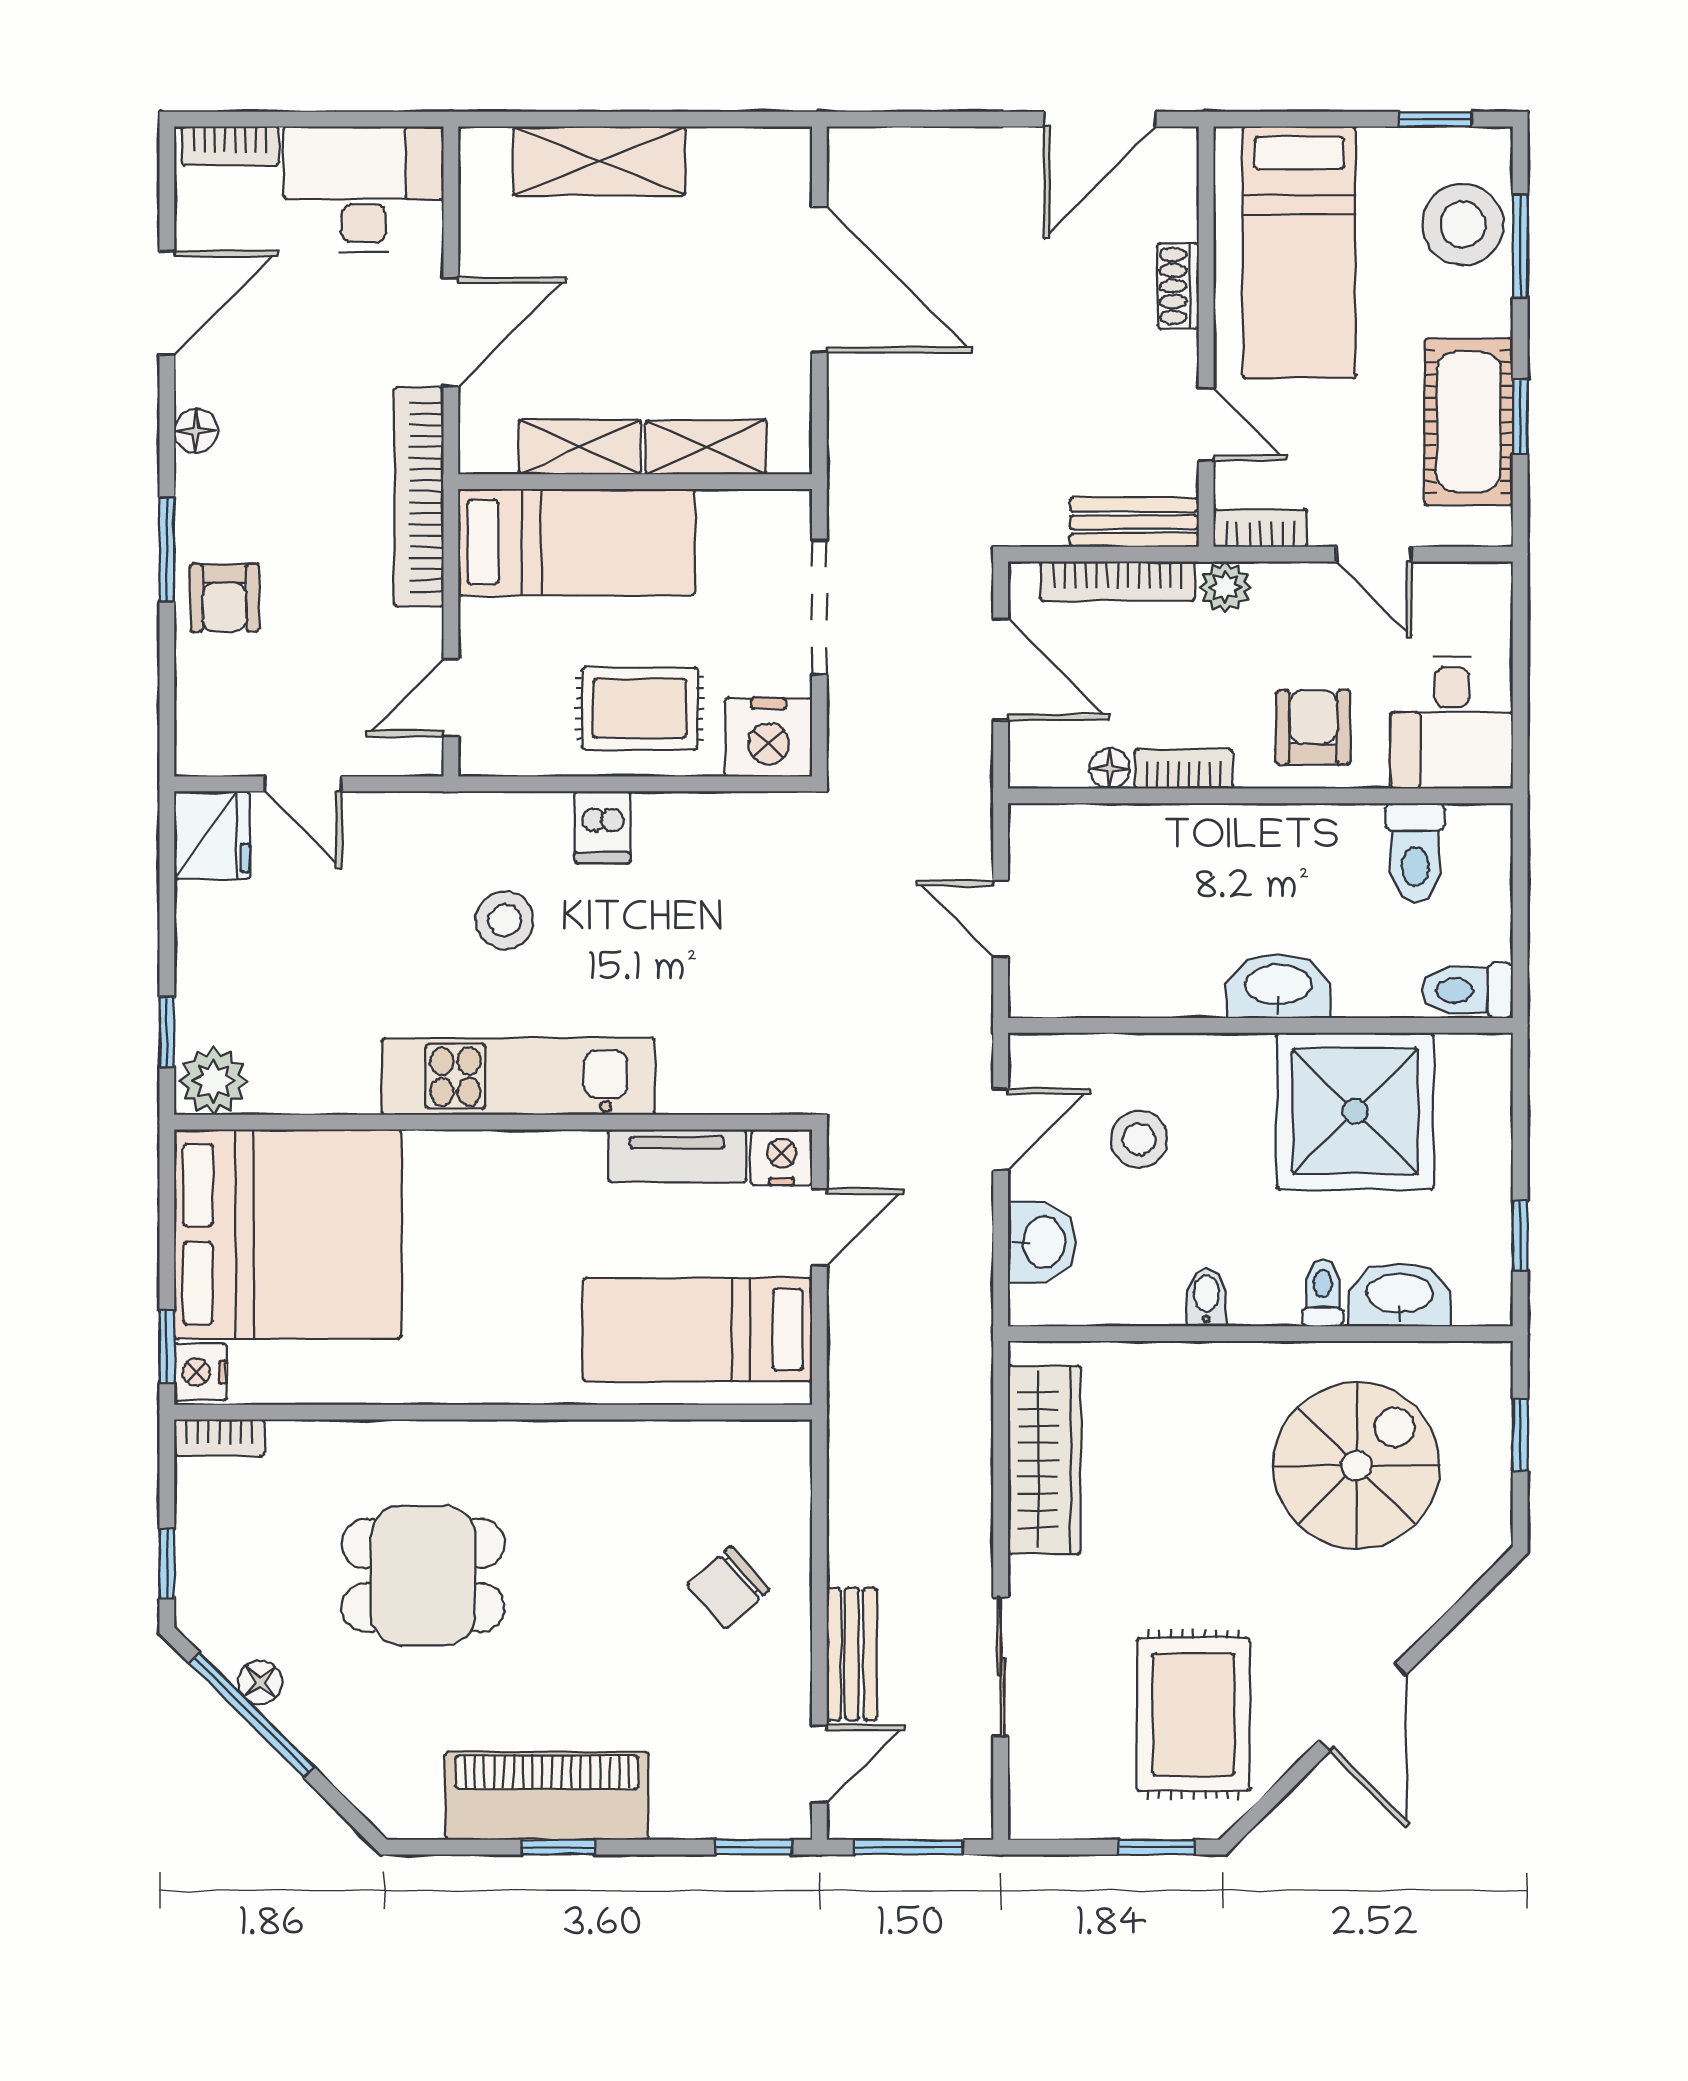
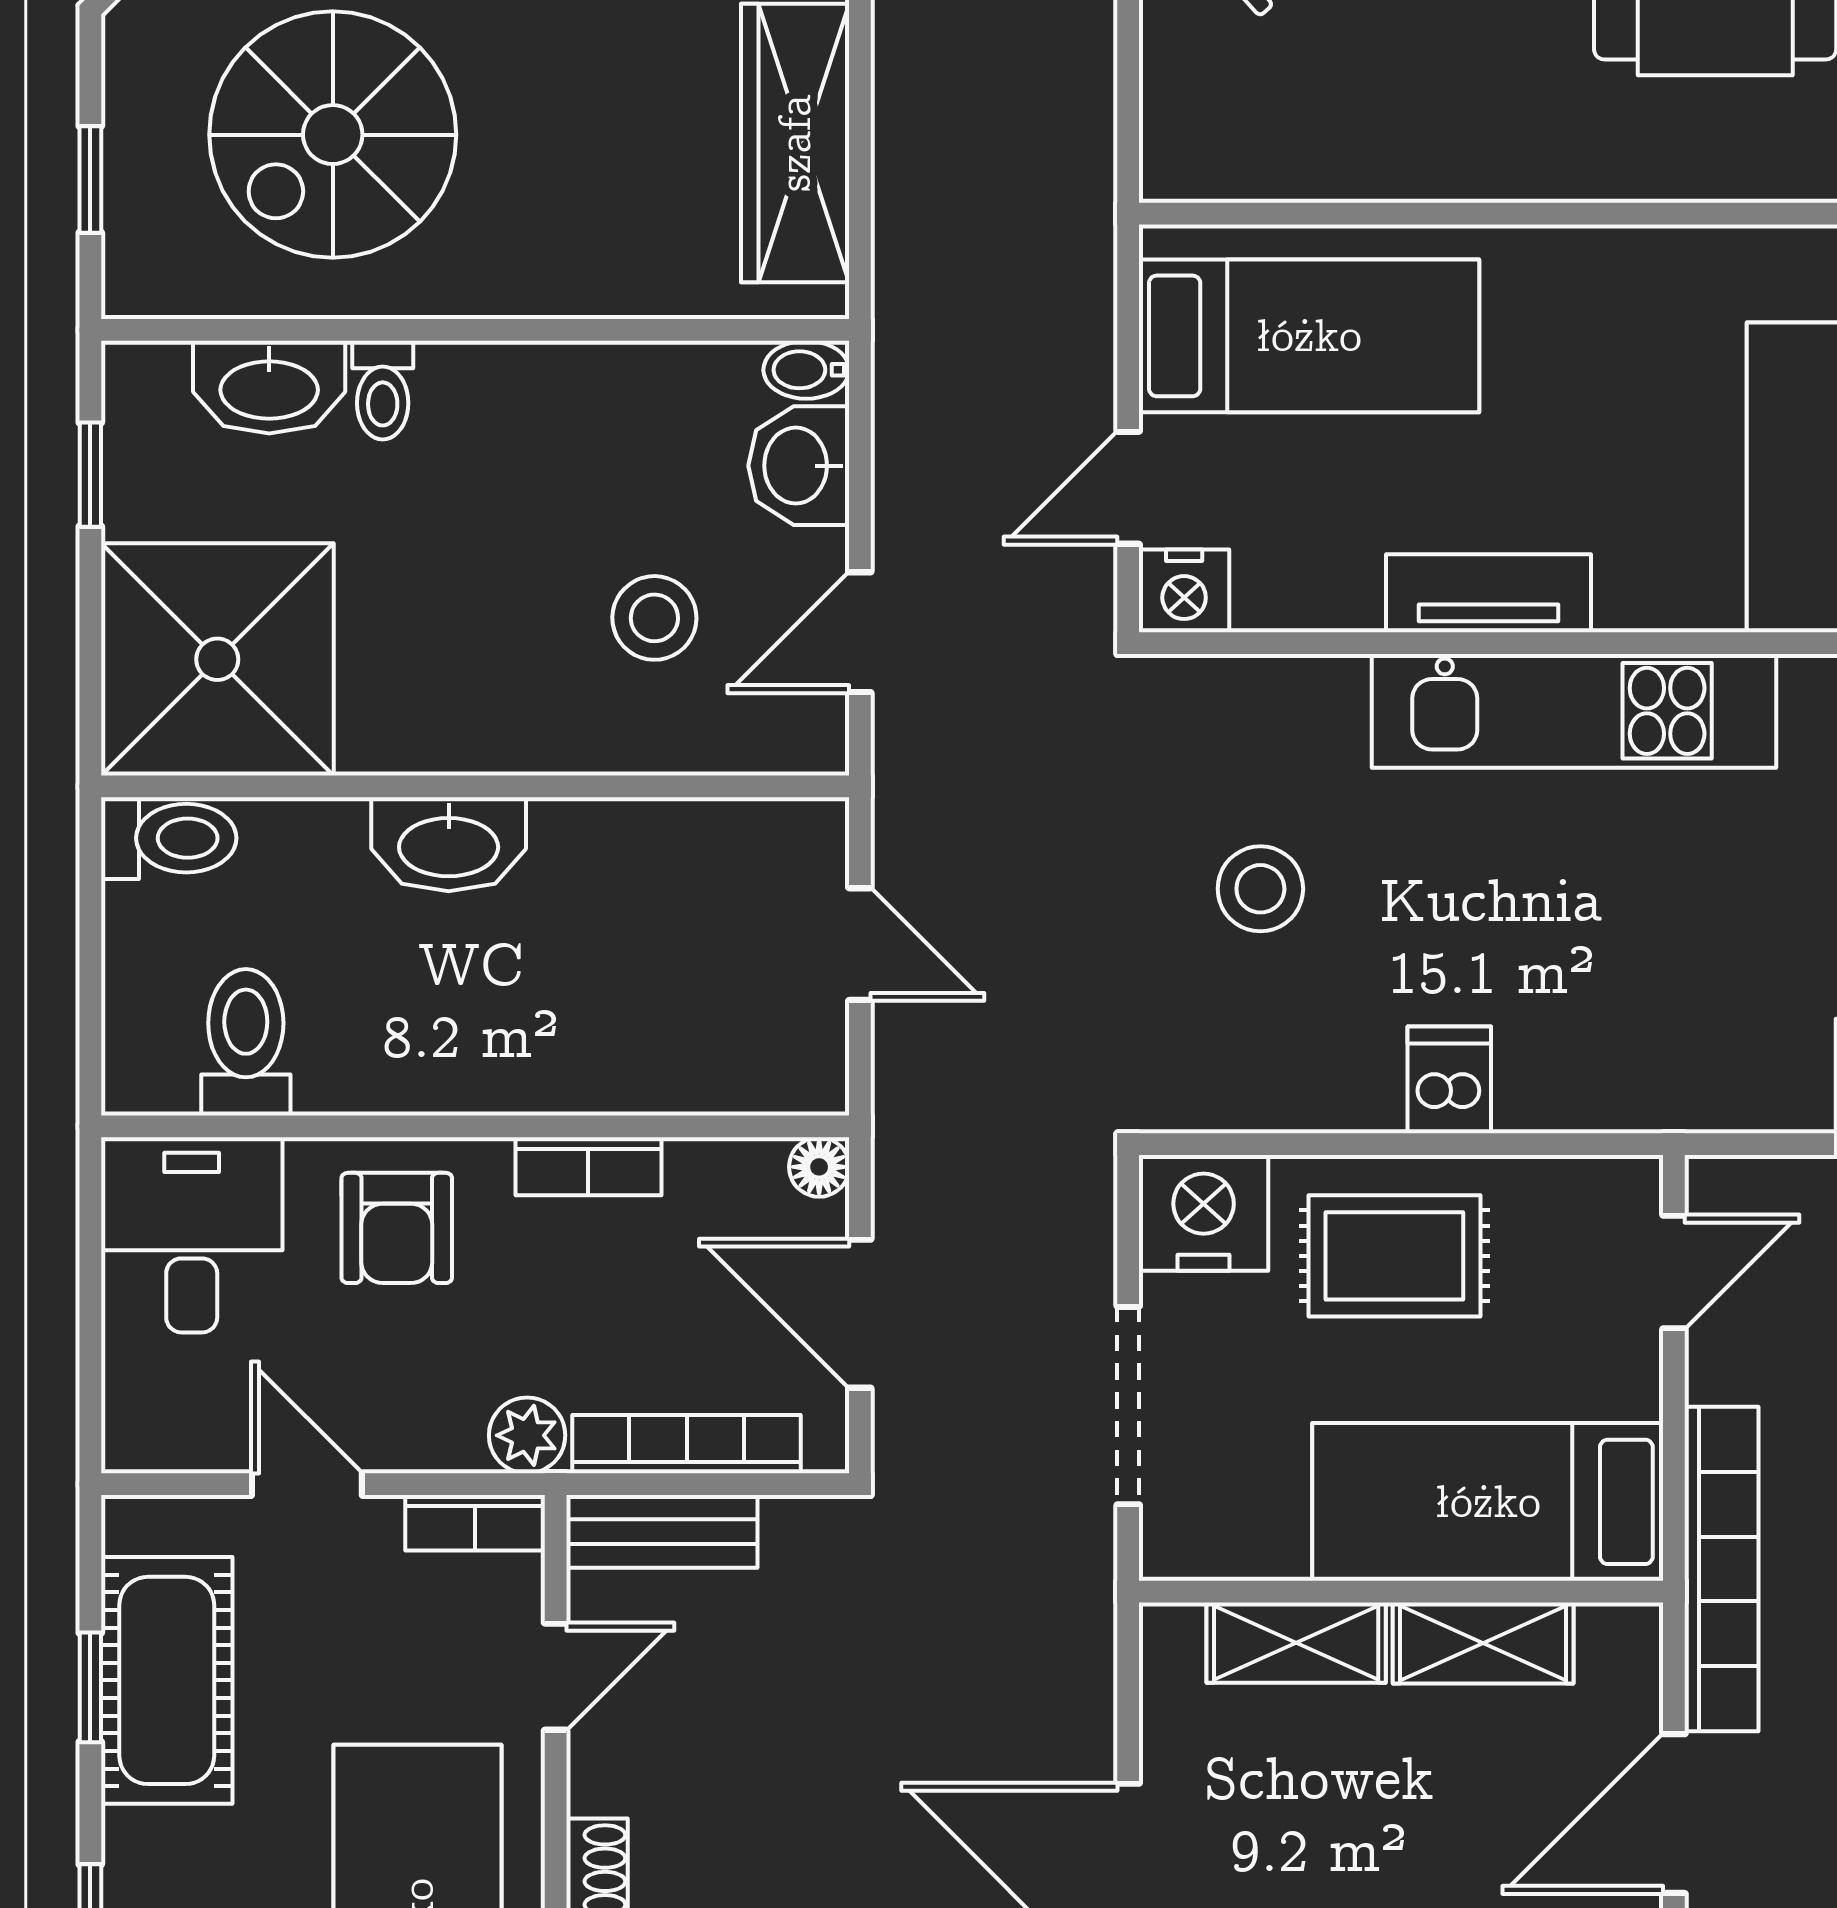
door: (1206, 424) -> (556, 1677), swing flipped
floor lamp: (1110, 768) -> (819, 1167), moved
stool: (505, 920) -> (1260, 889), moved
shower: (1355, 1111) -> (217, 659), moved
tv unit: (677, 1156) -> (1488, 593), moved
bidet: (1206, 1297) -> (806, 370), moved, turned 90

